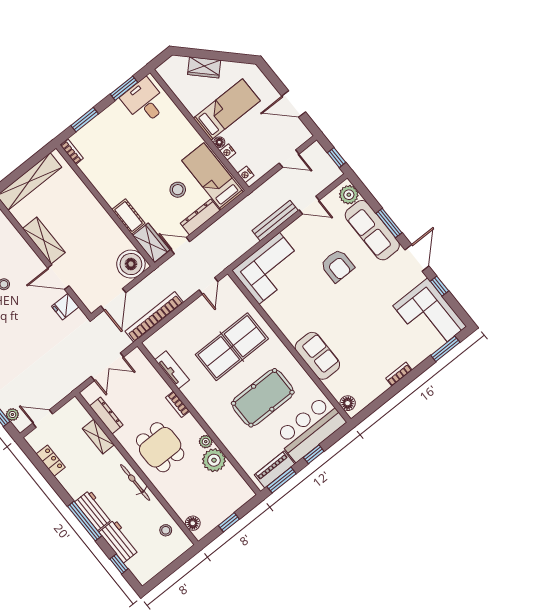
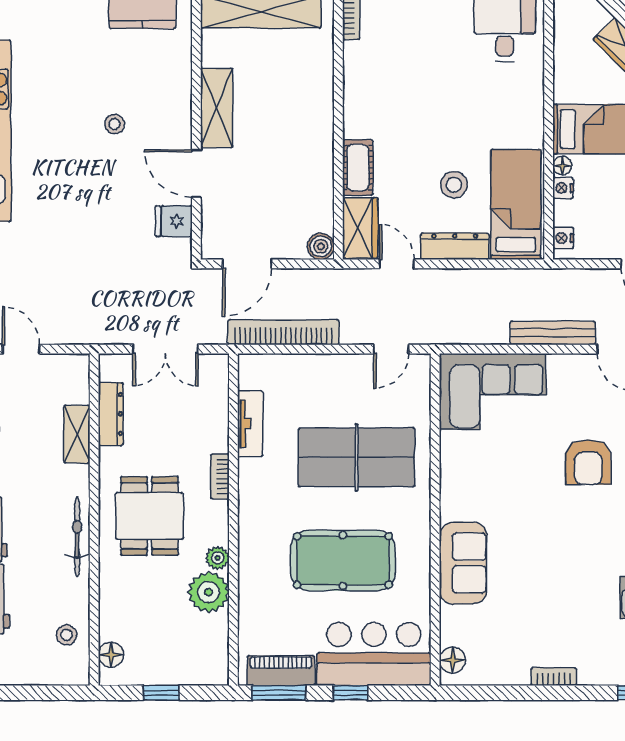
boiler: (131, 264) -> (321, 246), width x0.54, depth x0.54

